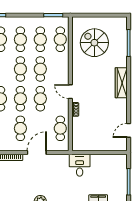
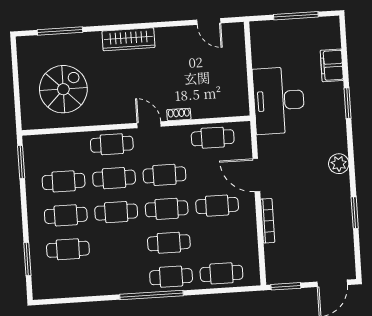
cafe table: (60, 39) -> (112, 144), moved
spiral stairs: (94, 43) -> (63, 89), turned 180
door: (70, 92) -> (149, 125), swing flipped
desk: (80, 165) -> (279, 100), width x1.87, depth x1.30

